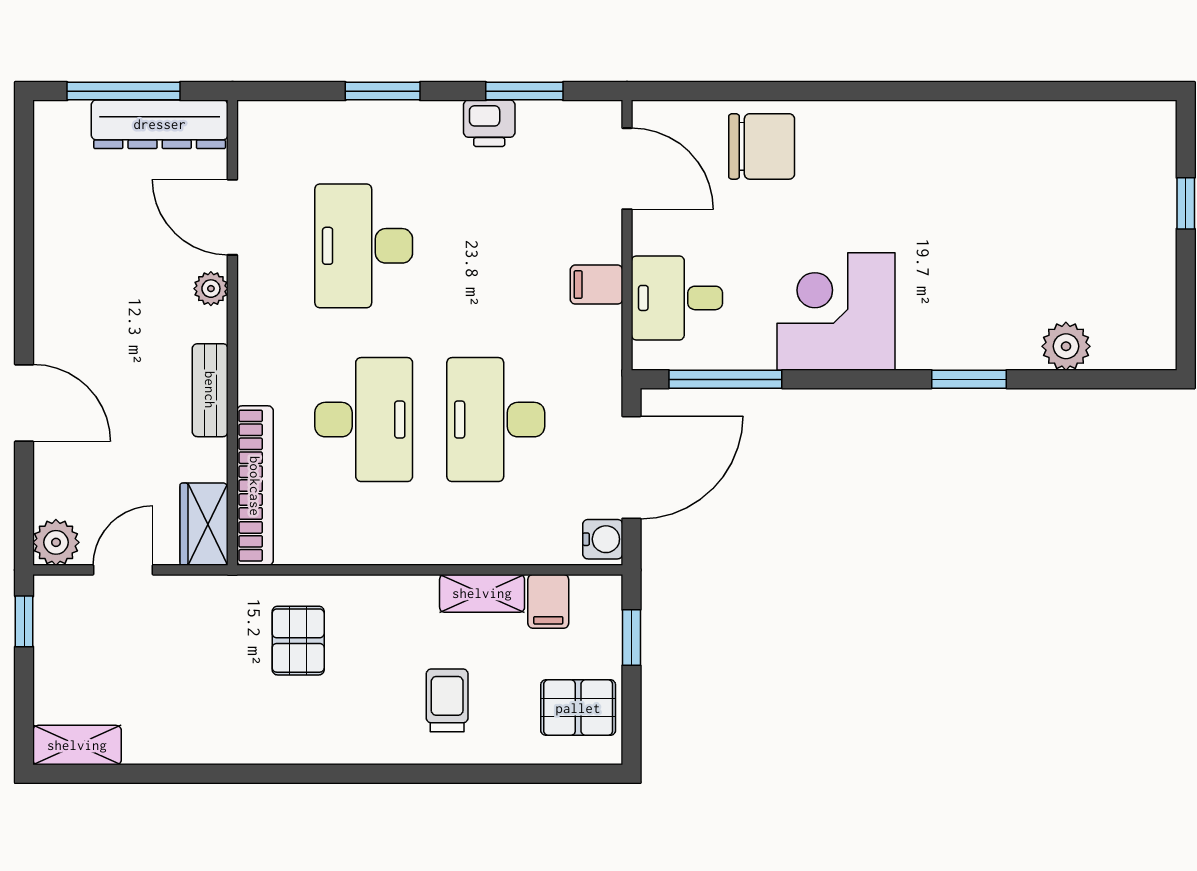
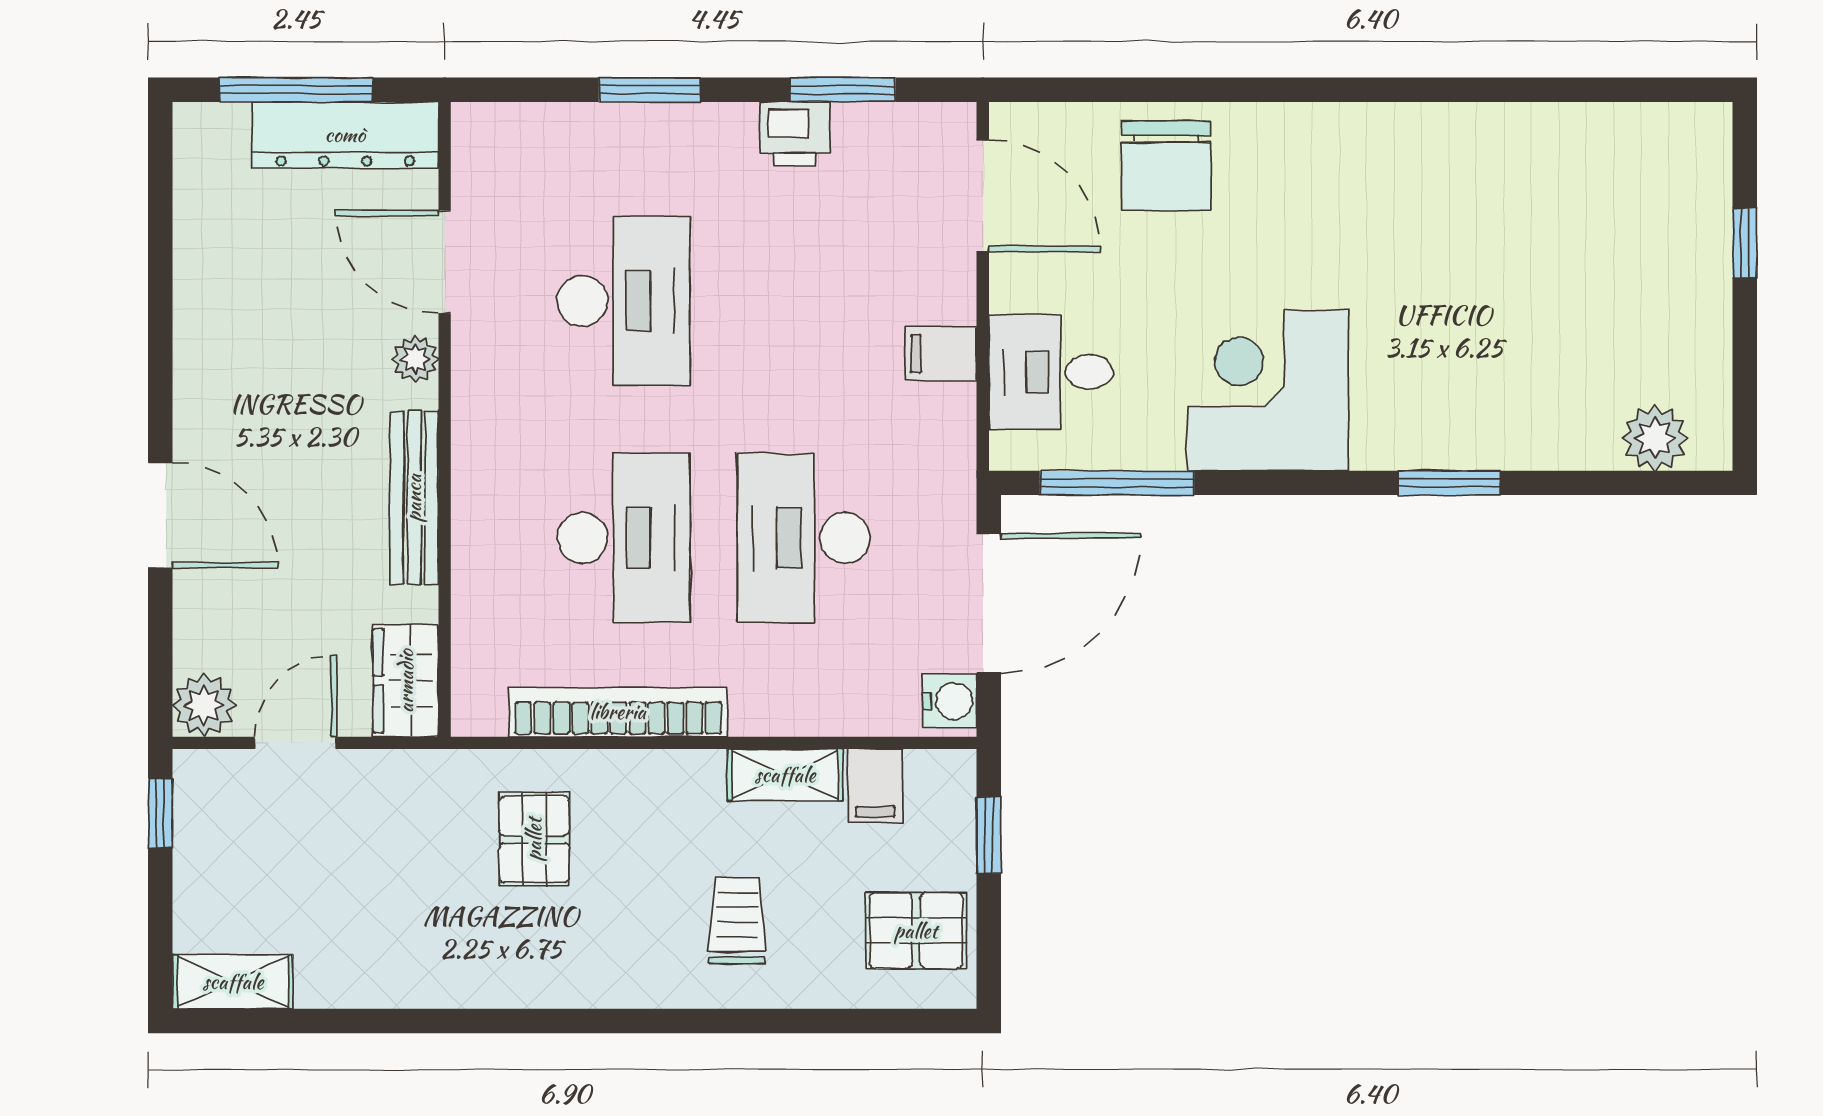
chair: (762, 146) -> (1166, 165), turned 90
desk: (364, 246) -> (624, 301), turned 180
plant: (1066, 346) -> (1655, 438), moved
bench: (210, 390) -> (414, 498), width x1.36
bookcase: (255, 486) -> (618, 712), moved, turned -90

